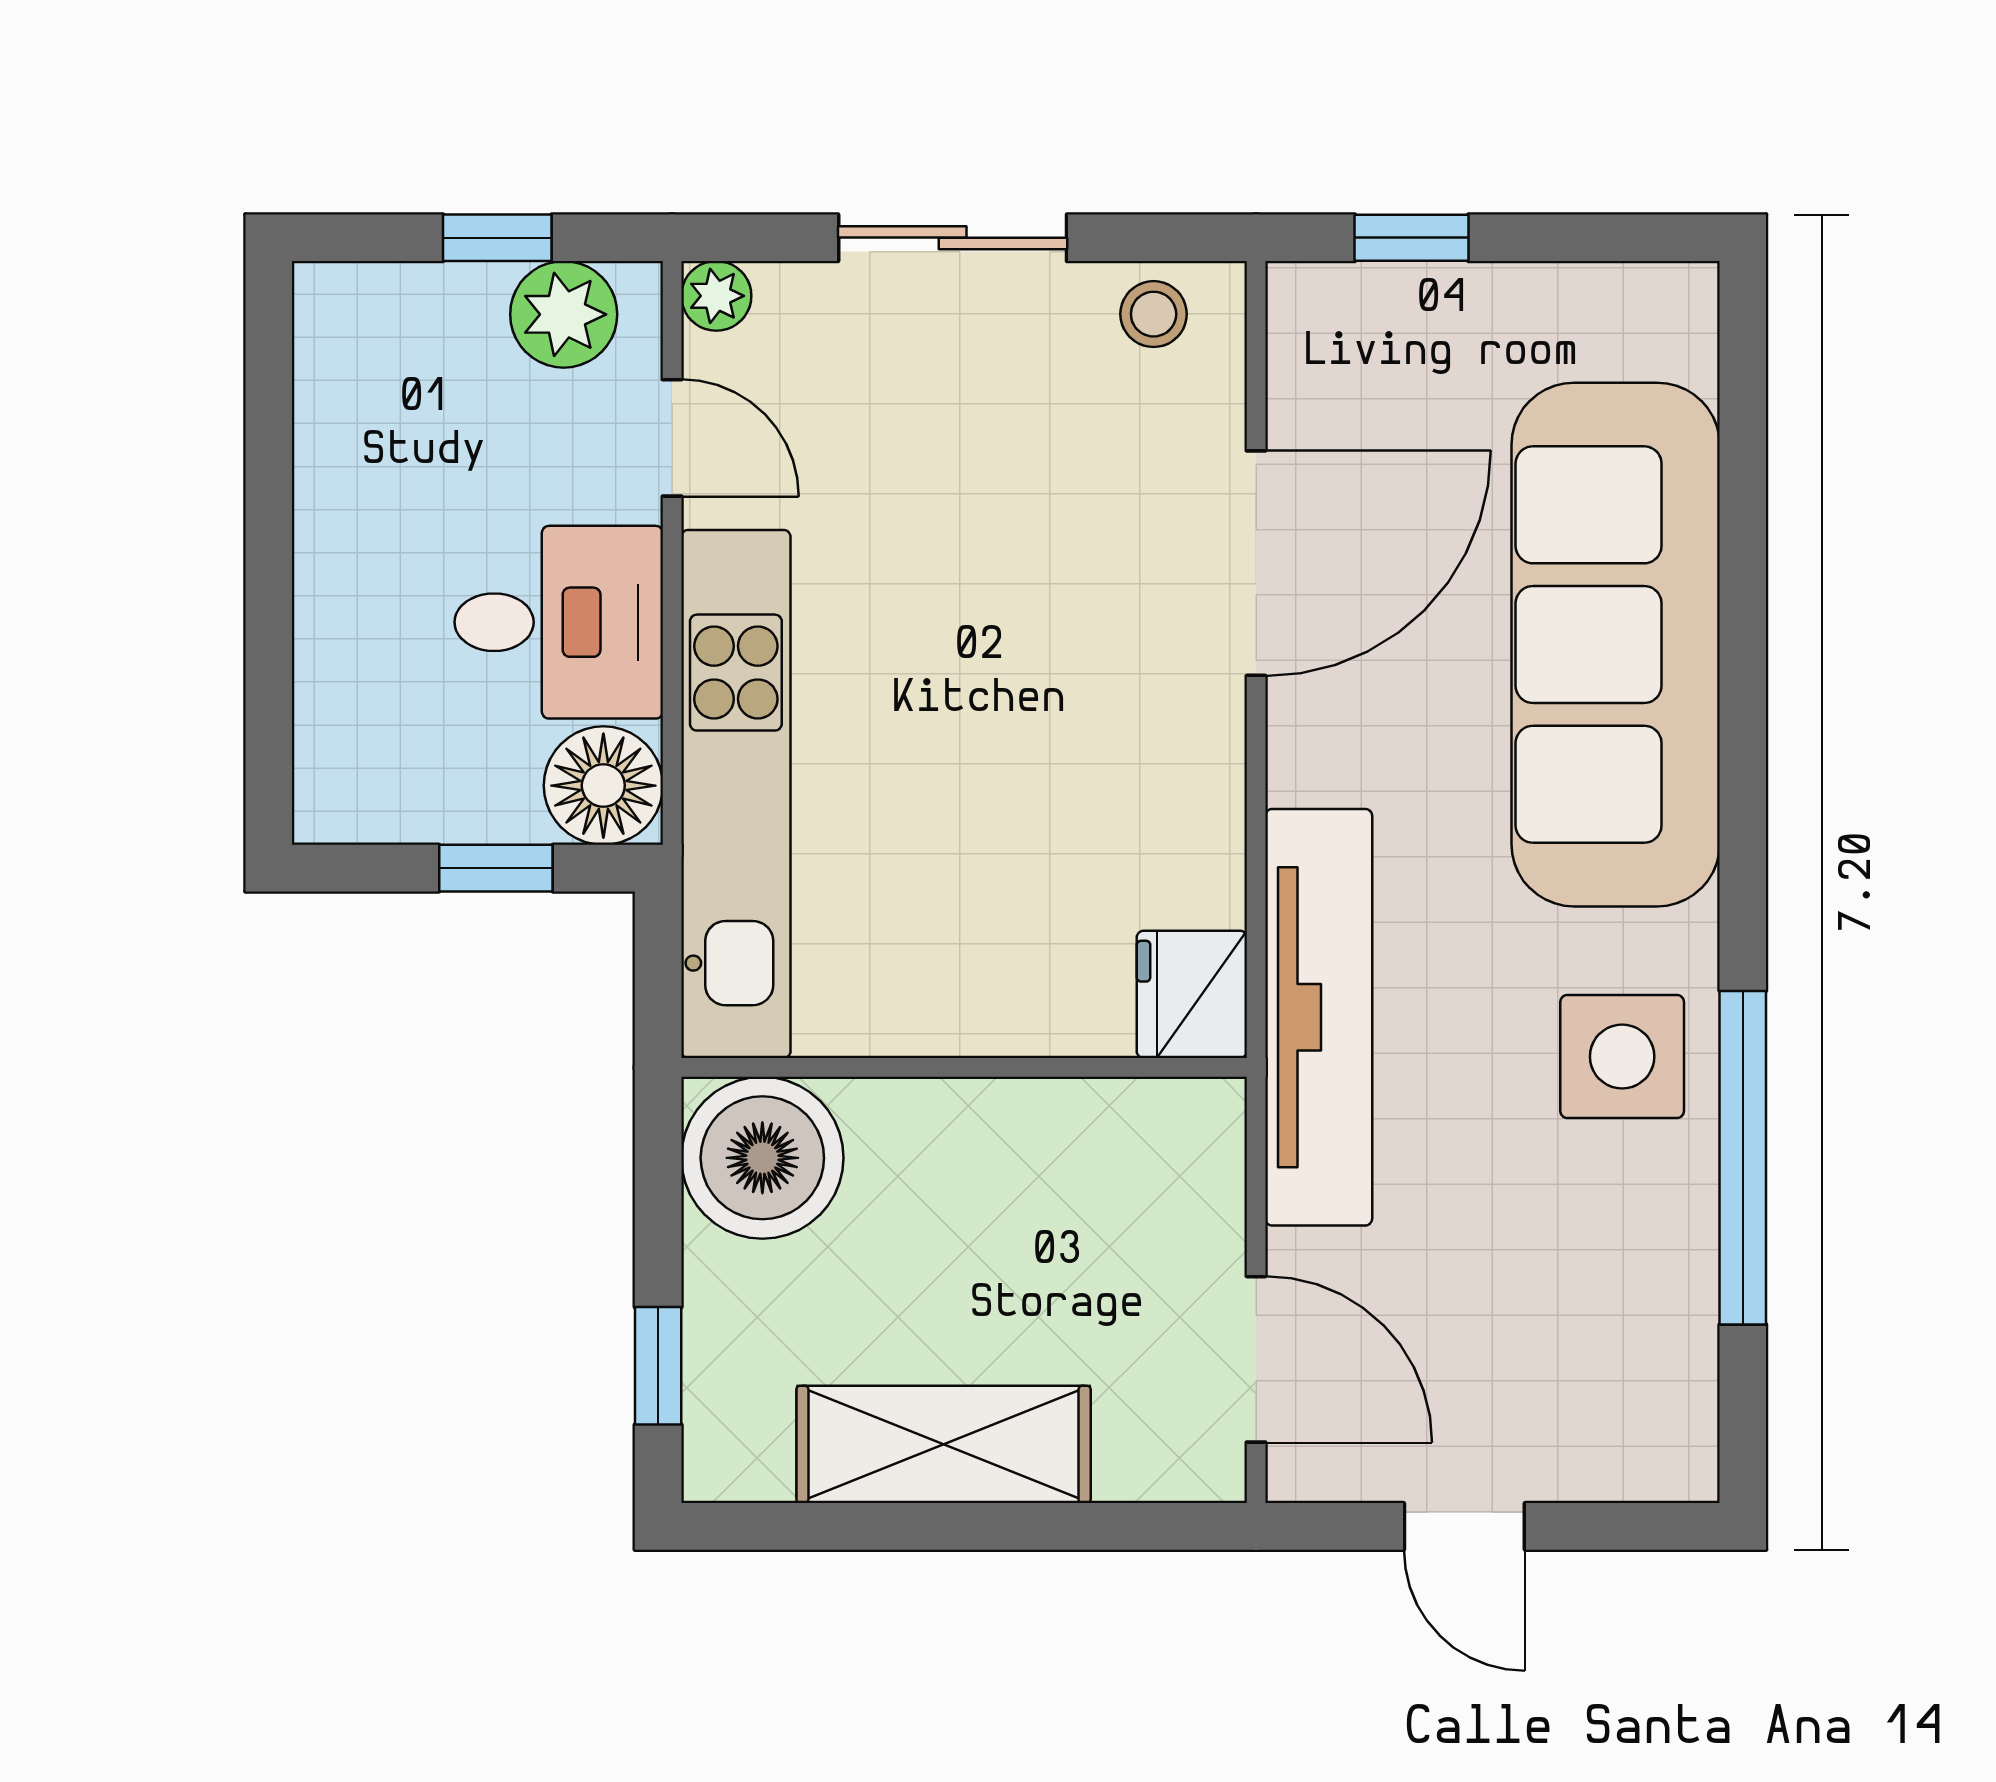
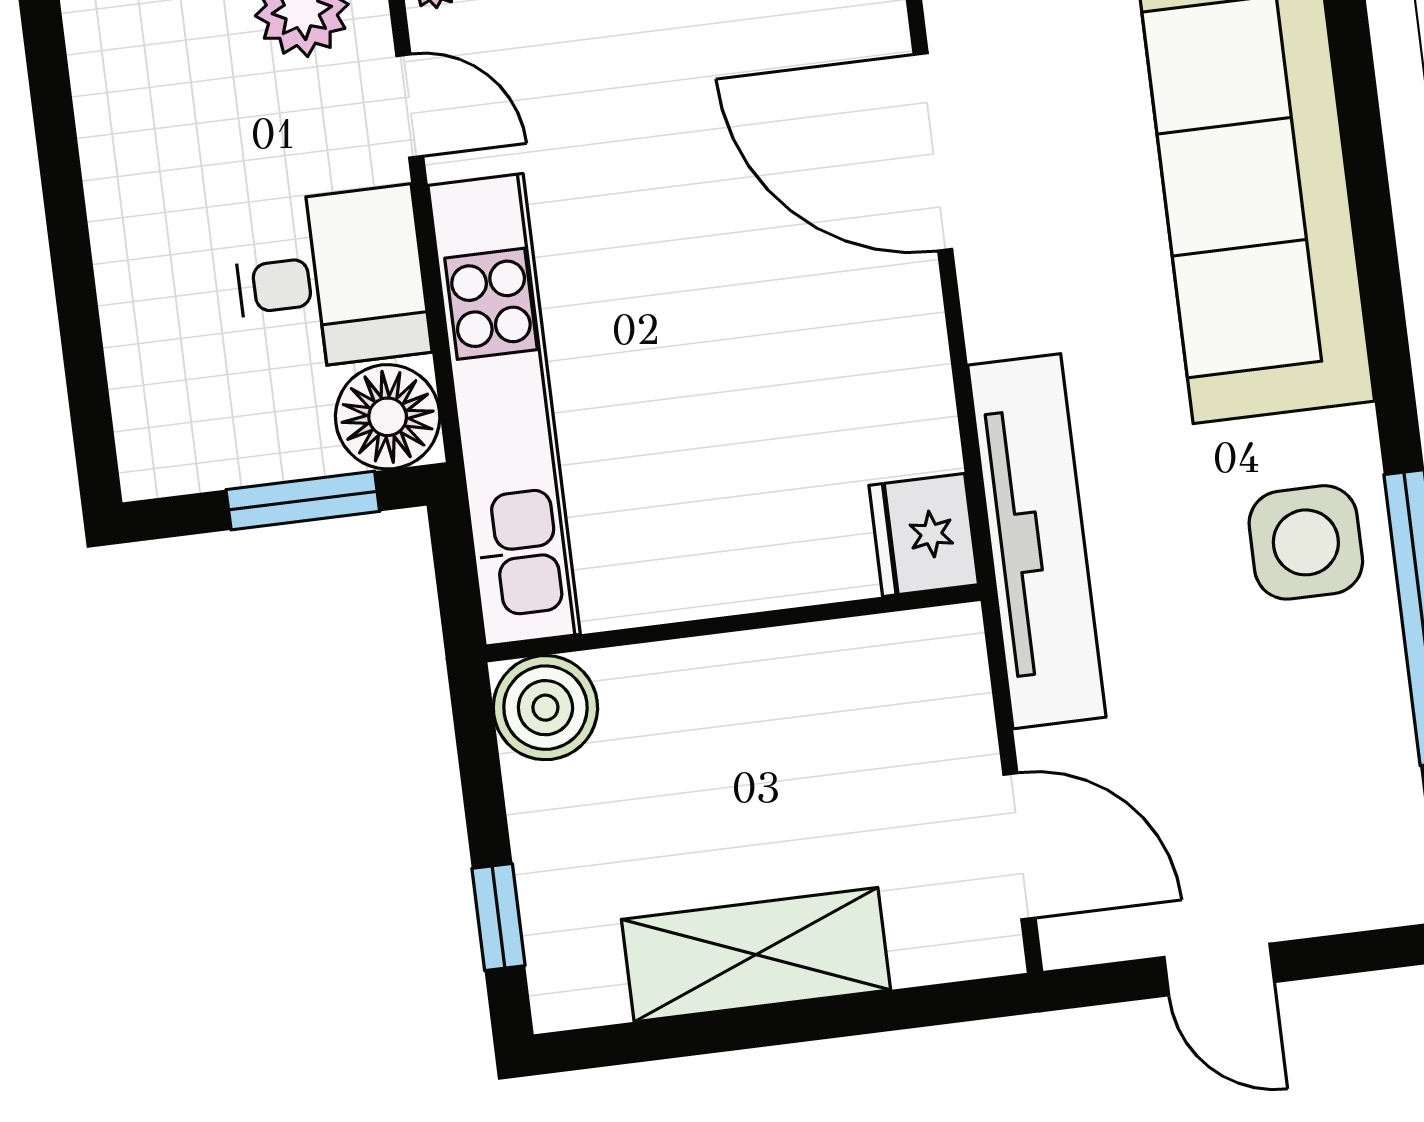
door: (1256, 563) -> (933, 152), swing flipped
window: (496, 868) -> (303, 501), width x1.50
boiler: (762, 1158) -> (545, 708), width x0.73, depth x0.73

